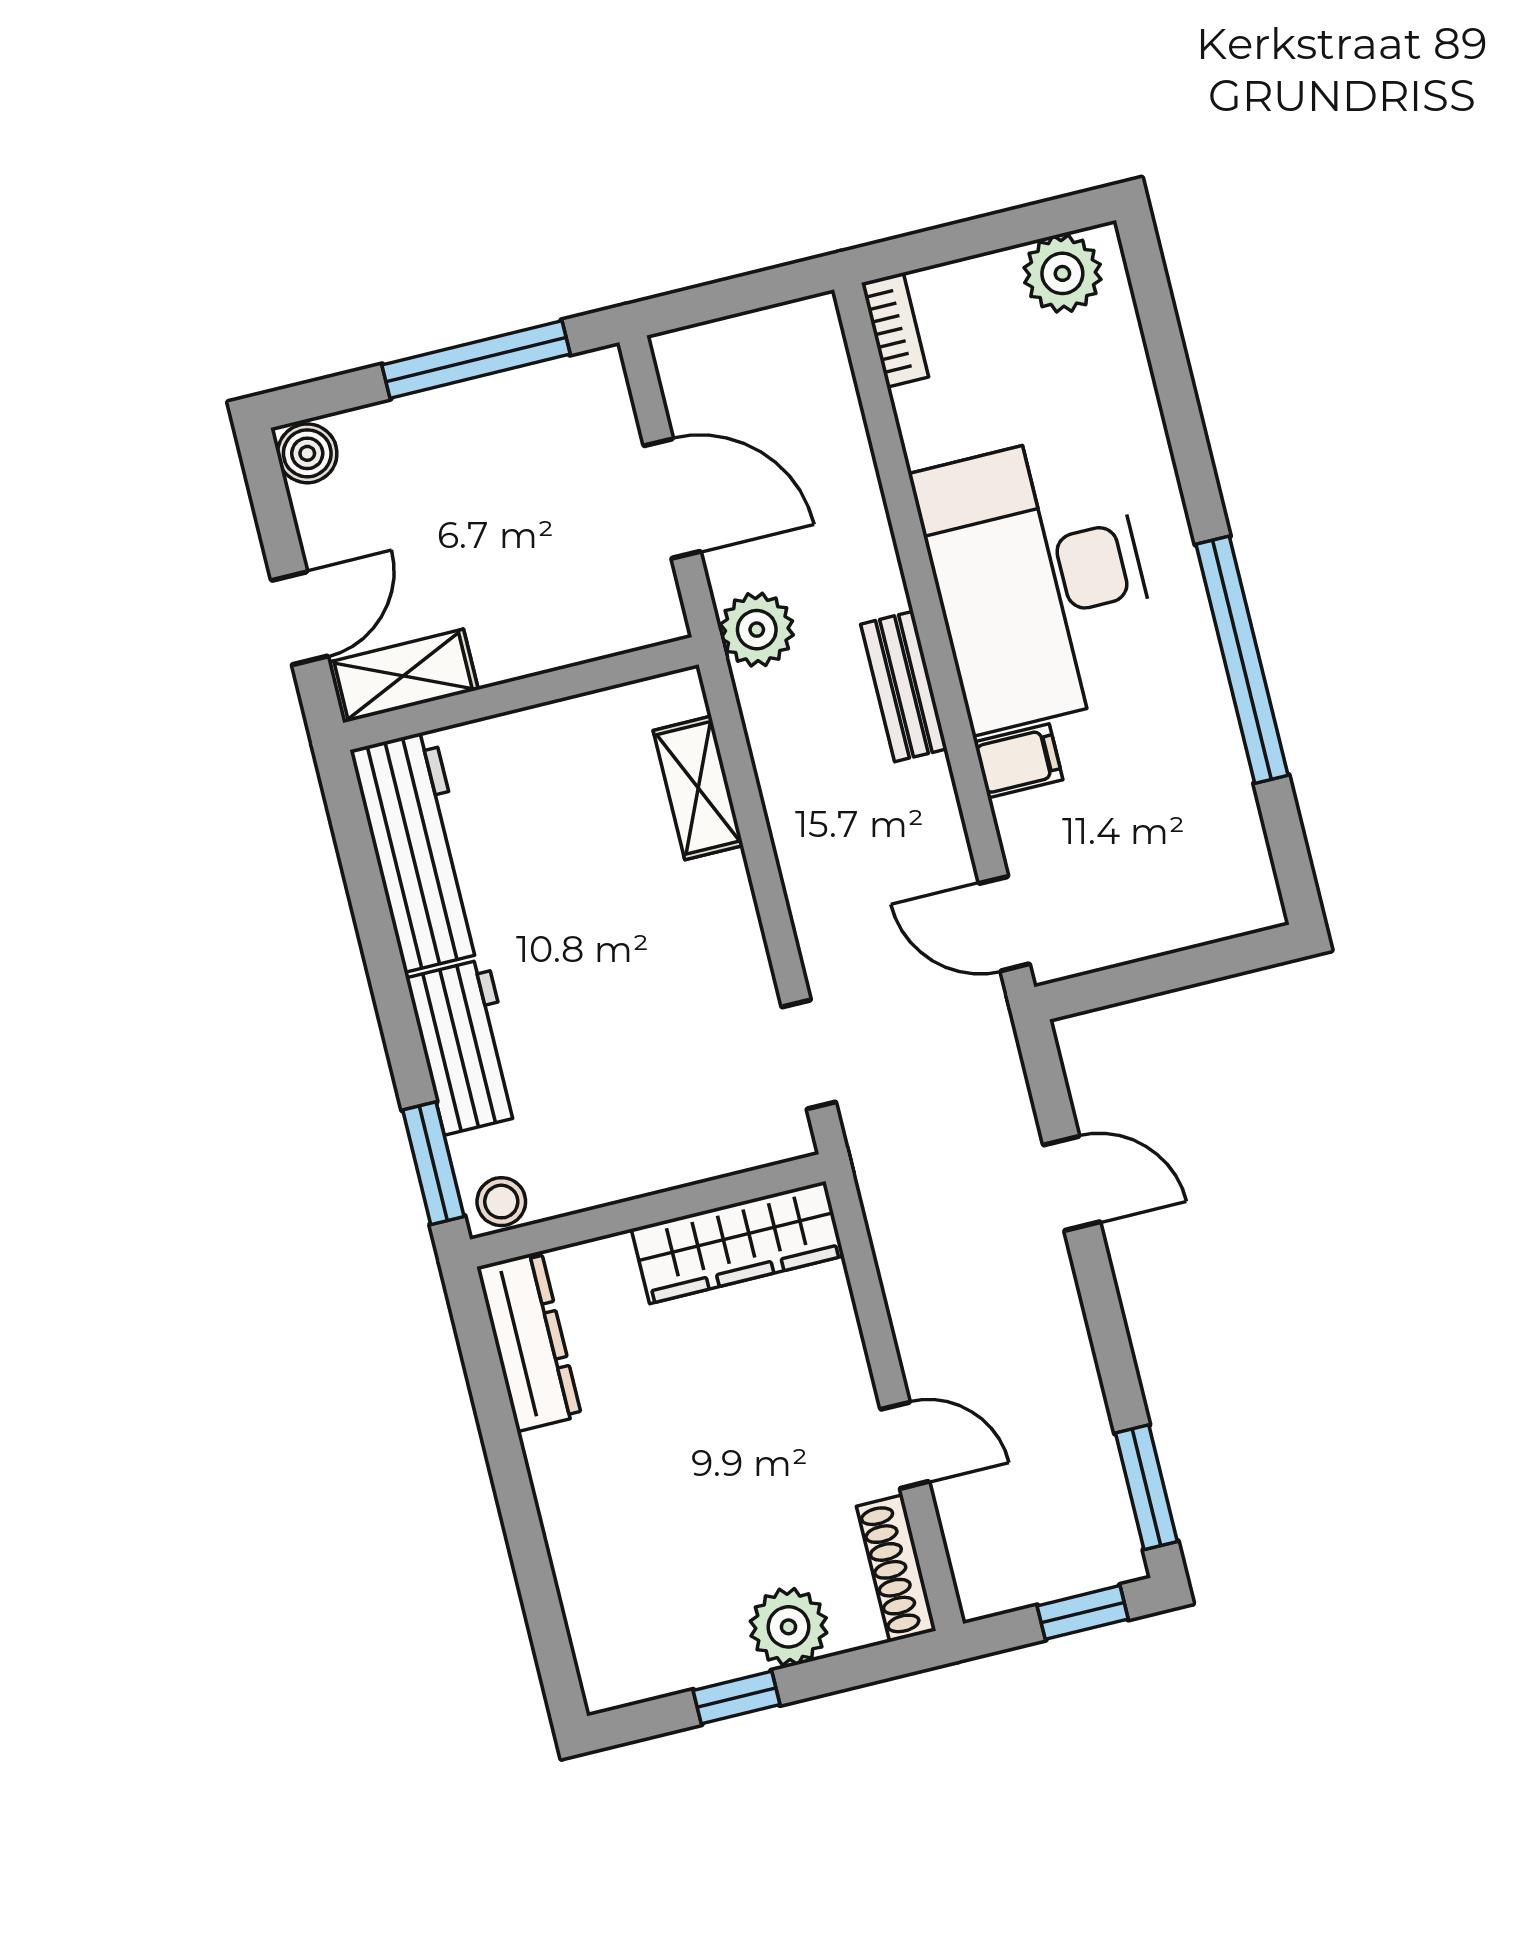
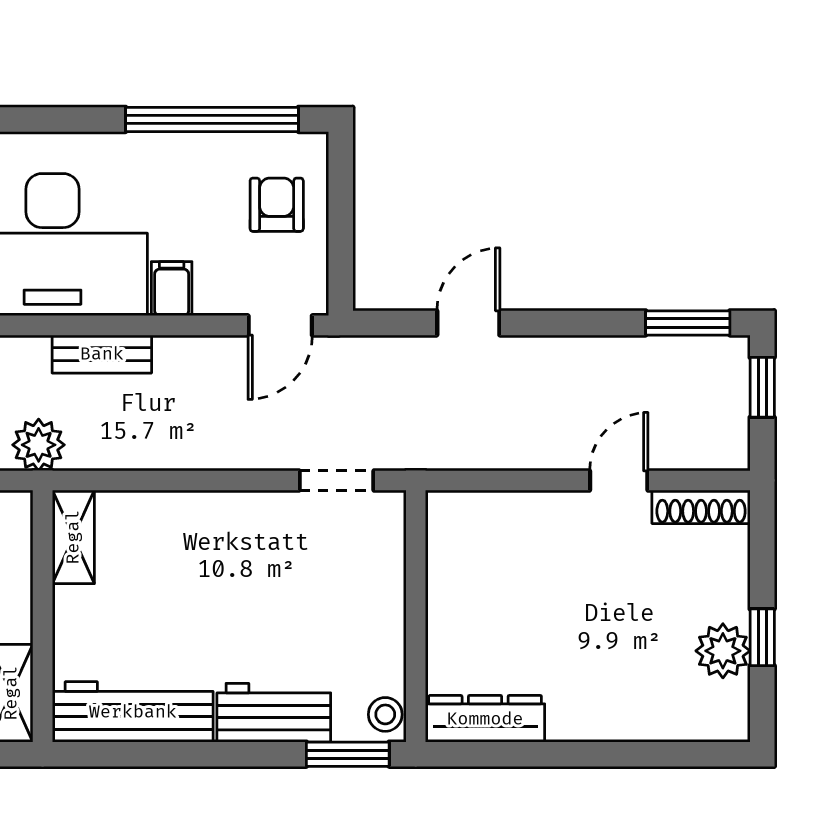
window: (1242, 660) -> (212, 119), moved
shelving: (698, 788) -> (73, 537), moved, turned 90
armchair: (1170, 878) -> (277, 205), added
wardrobe: (737, 1242) -> (453, 560), removed
plant: (789, 1627) -> (723, 651), moved

